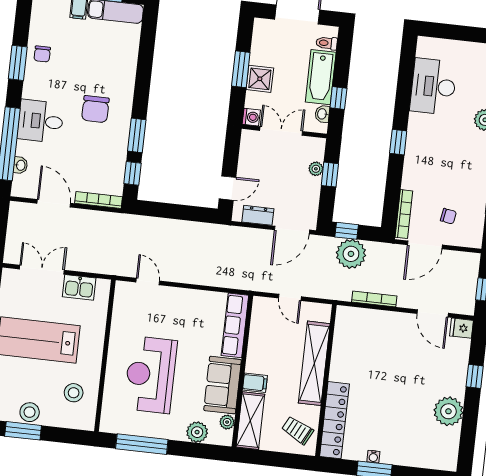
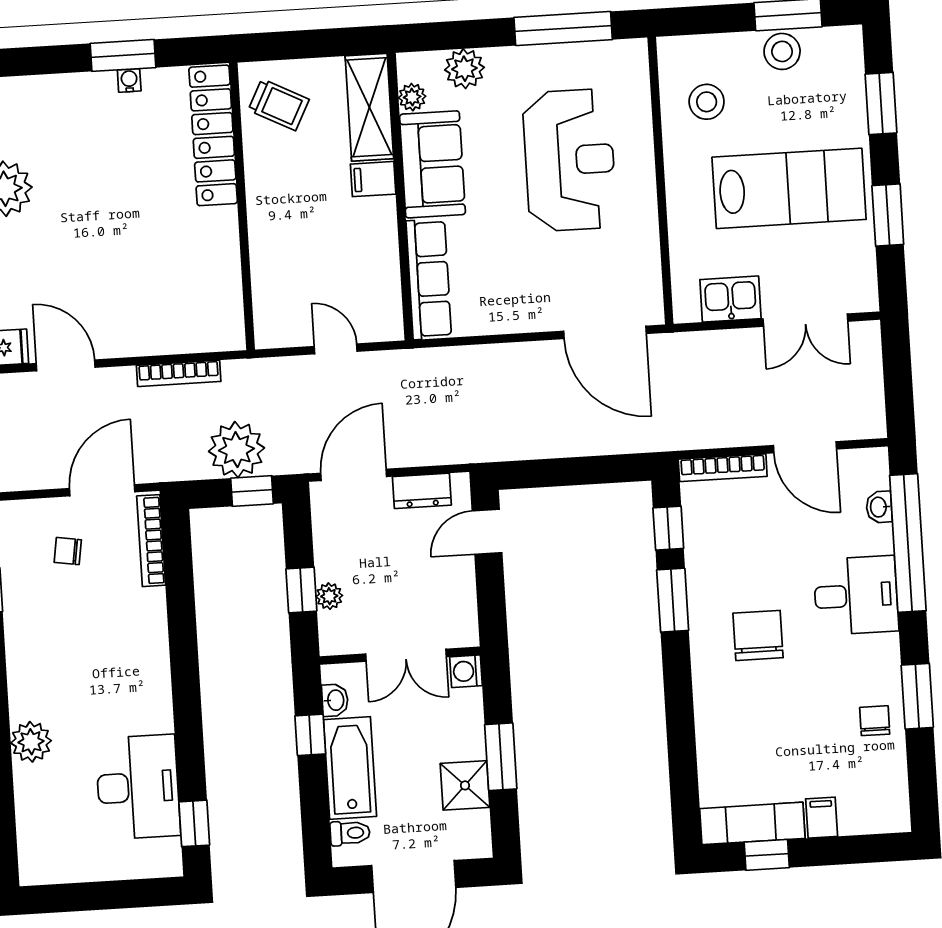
shower: (260, 79) -> (465, 785), moved
window: (398, 142) -> (194, 823), moved
door: (148, 281) -> (605, 332), width x1.87
shelving: (314, 363) -> (269, 234), removed

